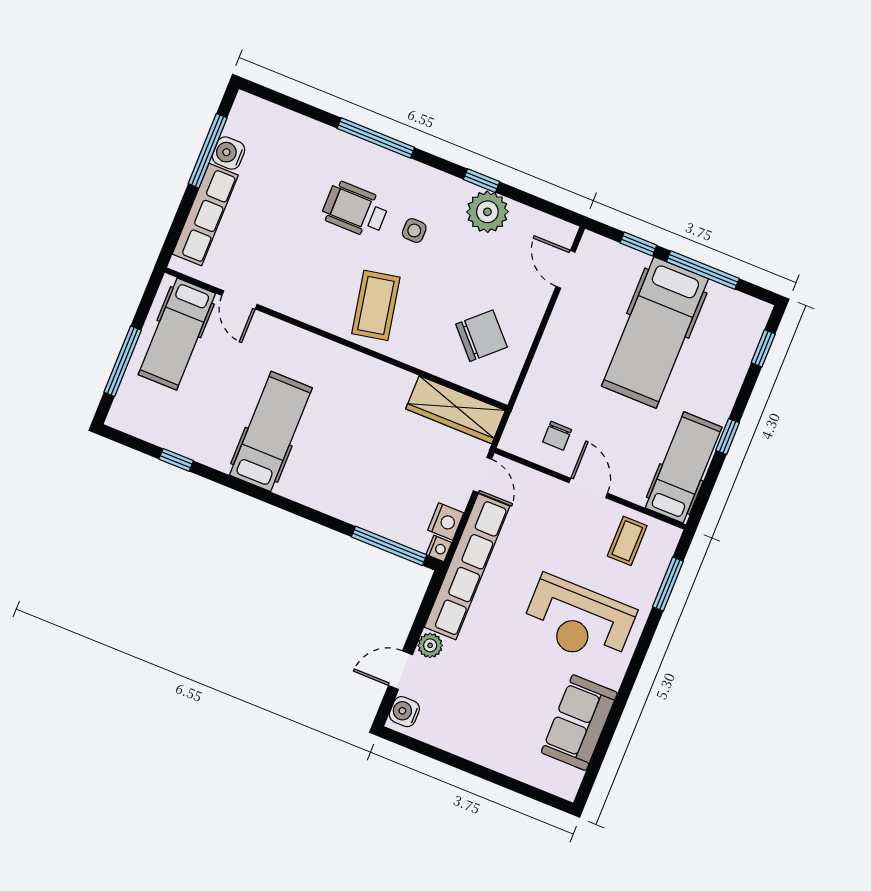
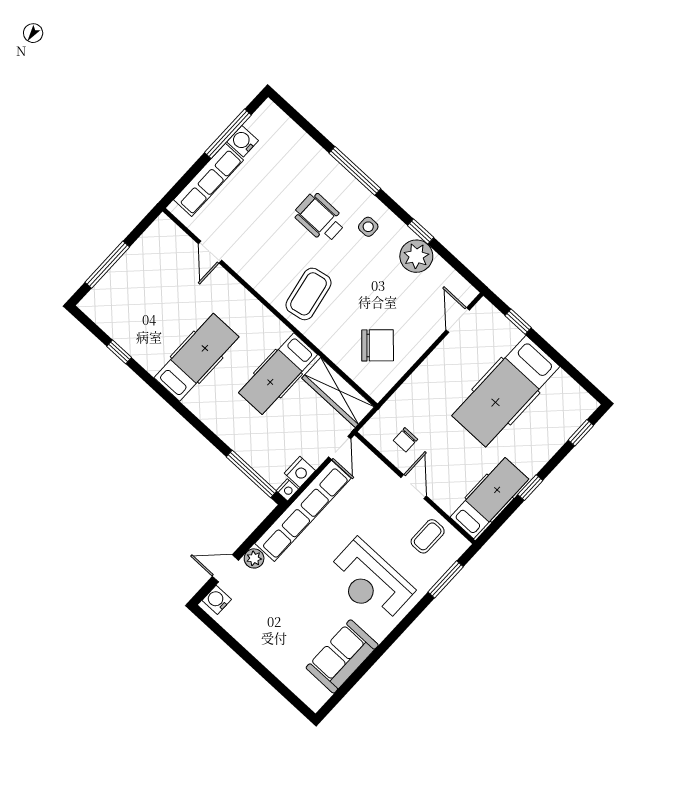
side table: (414, 231) -> (368, 227), moved
window: (703, 270) -> (558, 359), removed
hospital bed: (177, 334) -> (278, 374), moved

